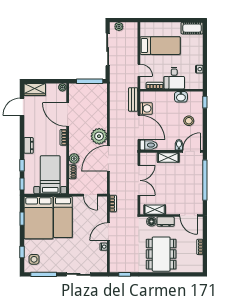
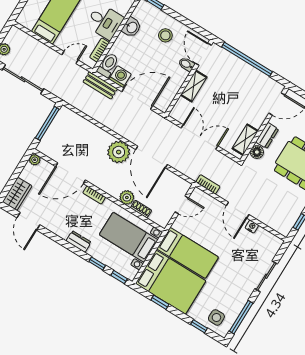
toilet: (149, 145) -> (108, 65), moved

